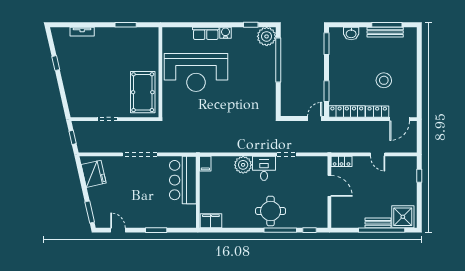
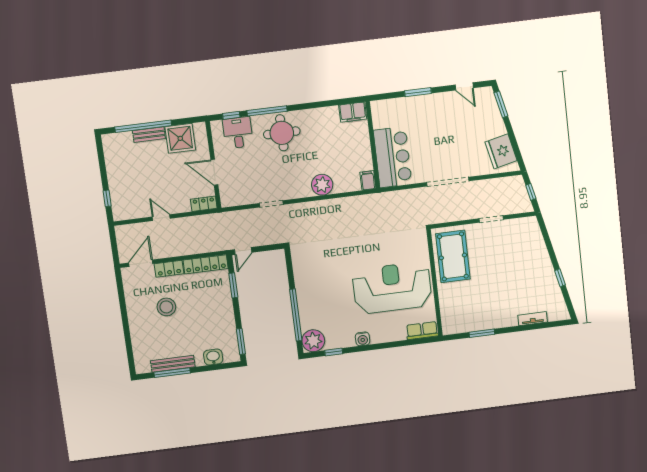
row of seats: (206, 33) -> (422, 331), moved
desk: (264, 168) -> (238, 133), moved, turned 180
shower: (403, 217) -> (180, 138), moved

